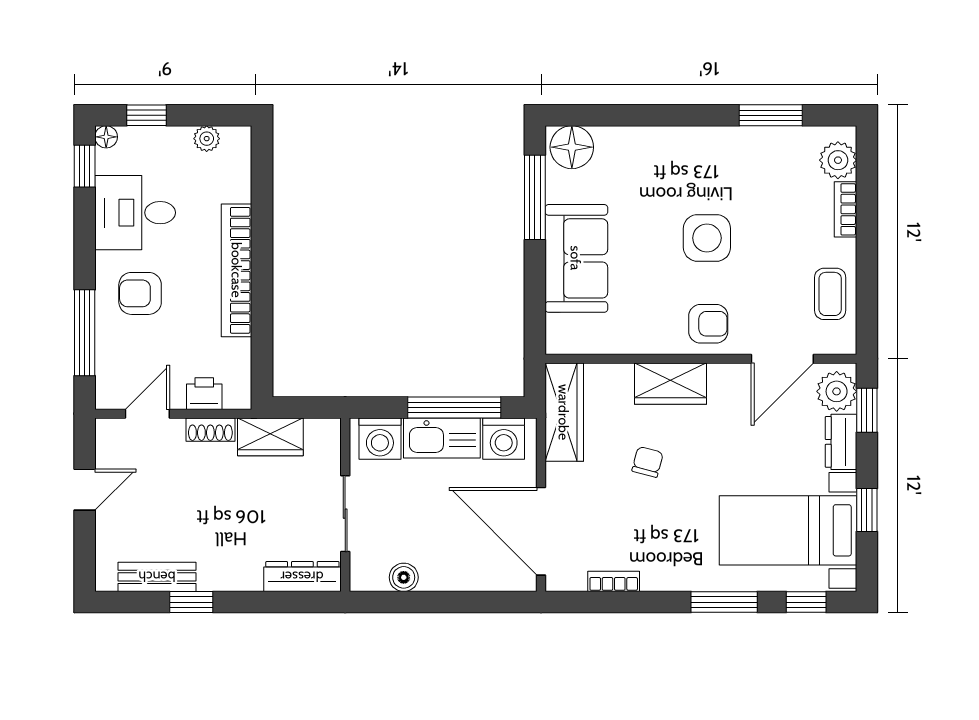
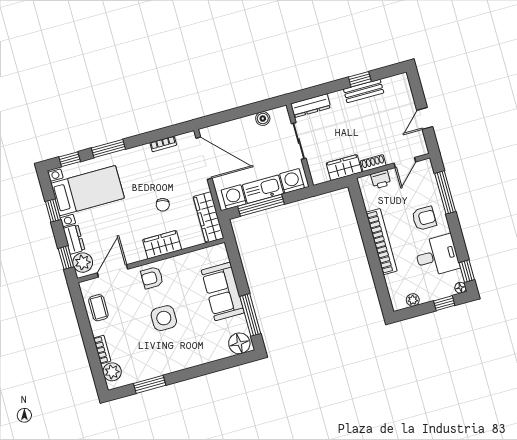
bench: (157, 577) -> (364, 91), moved

